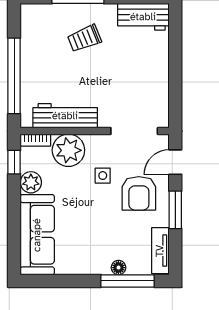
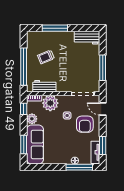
trolley: (84, 38) -> (46, 57), moved
window: (175, 78) -> (103, 68), added
workbench: (65, 116) -> (44, 86), width x0.73
door: (175, 162) -> (103, 109), hinge flipped
window: (175, 210) -> (103, 145), moved
window: (14, 235) -> (24, 145), added

